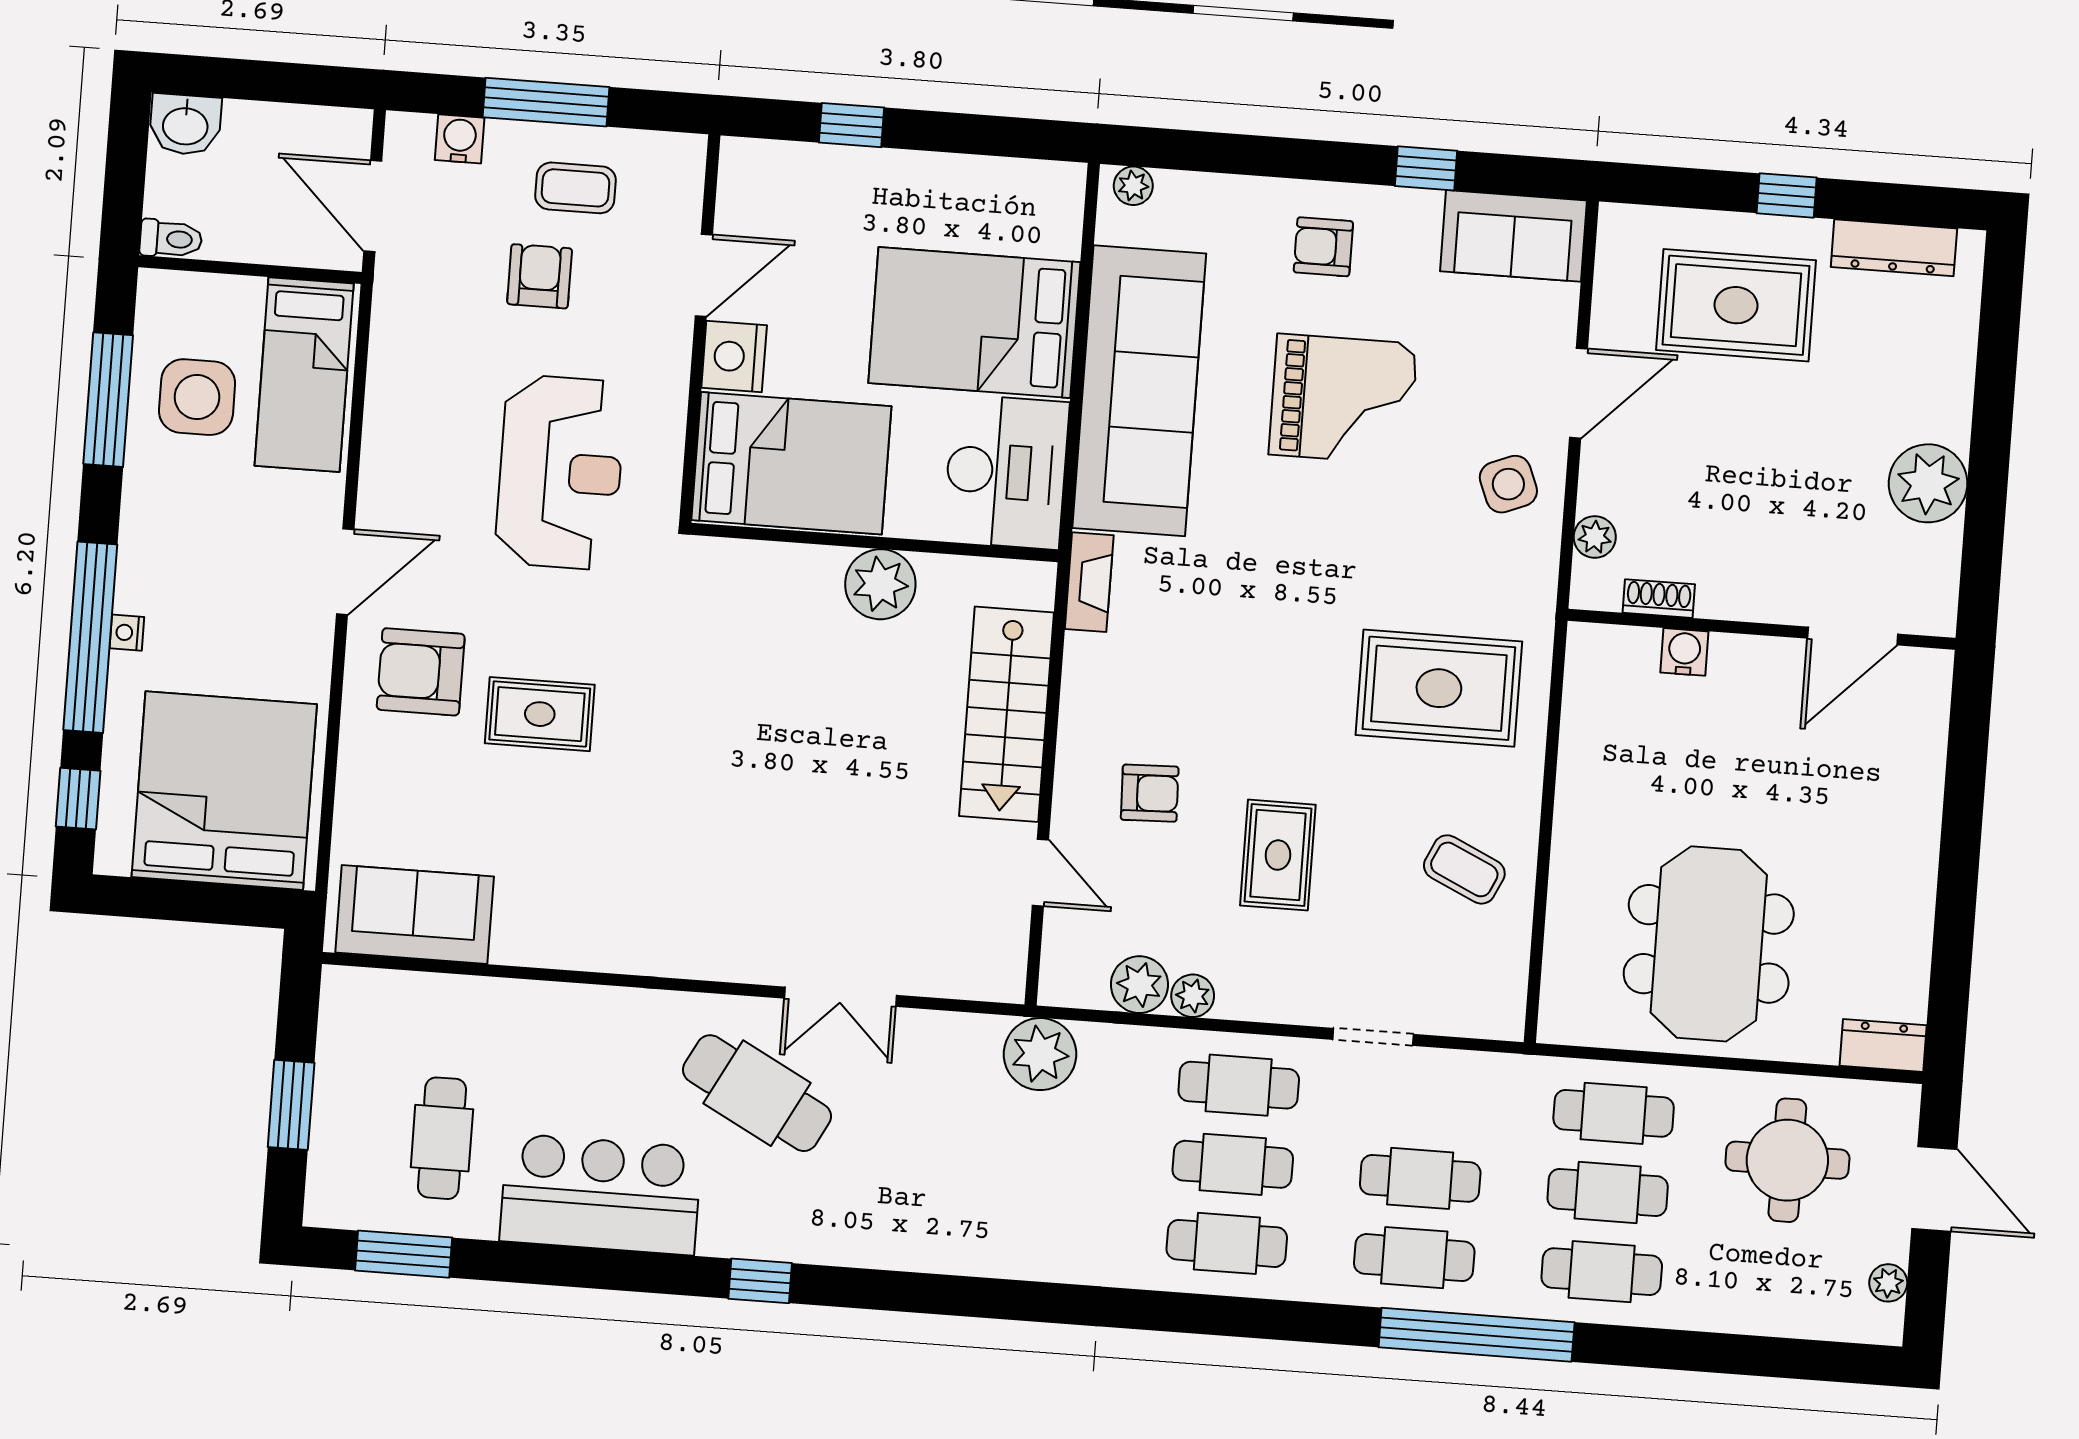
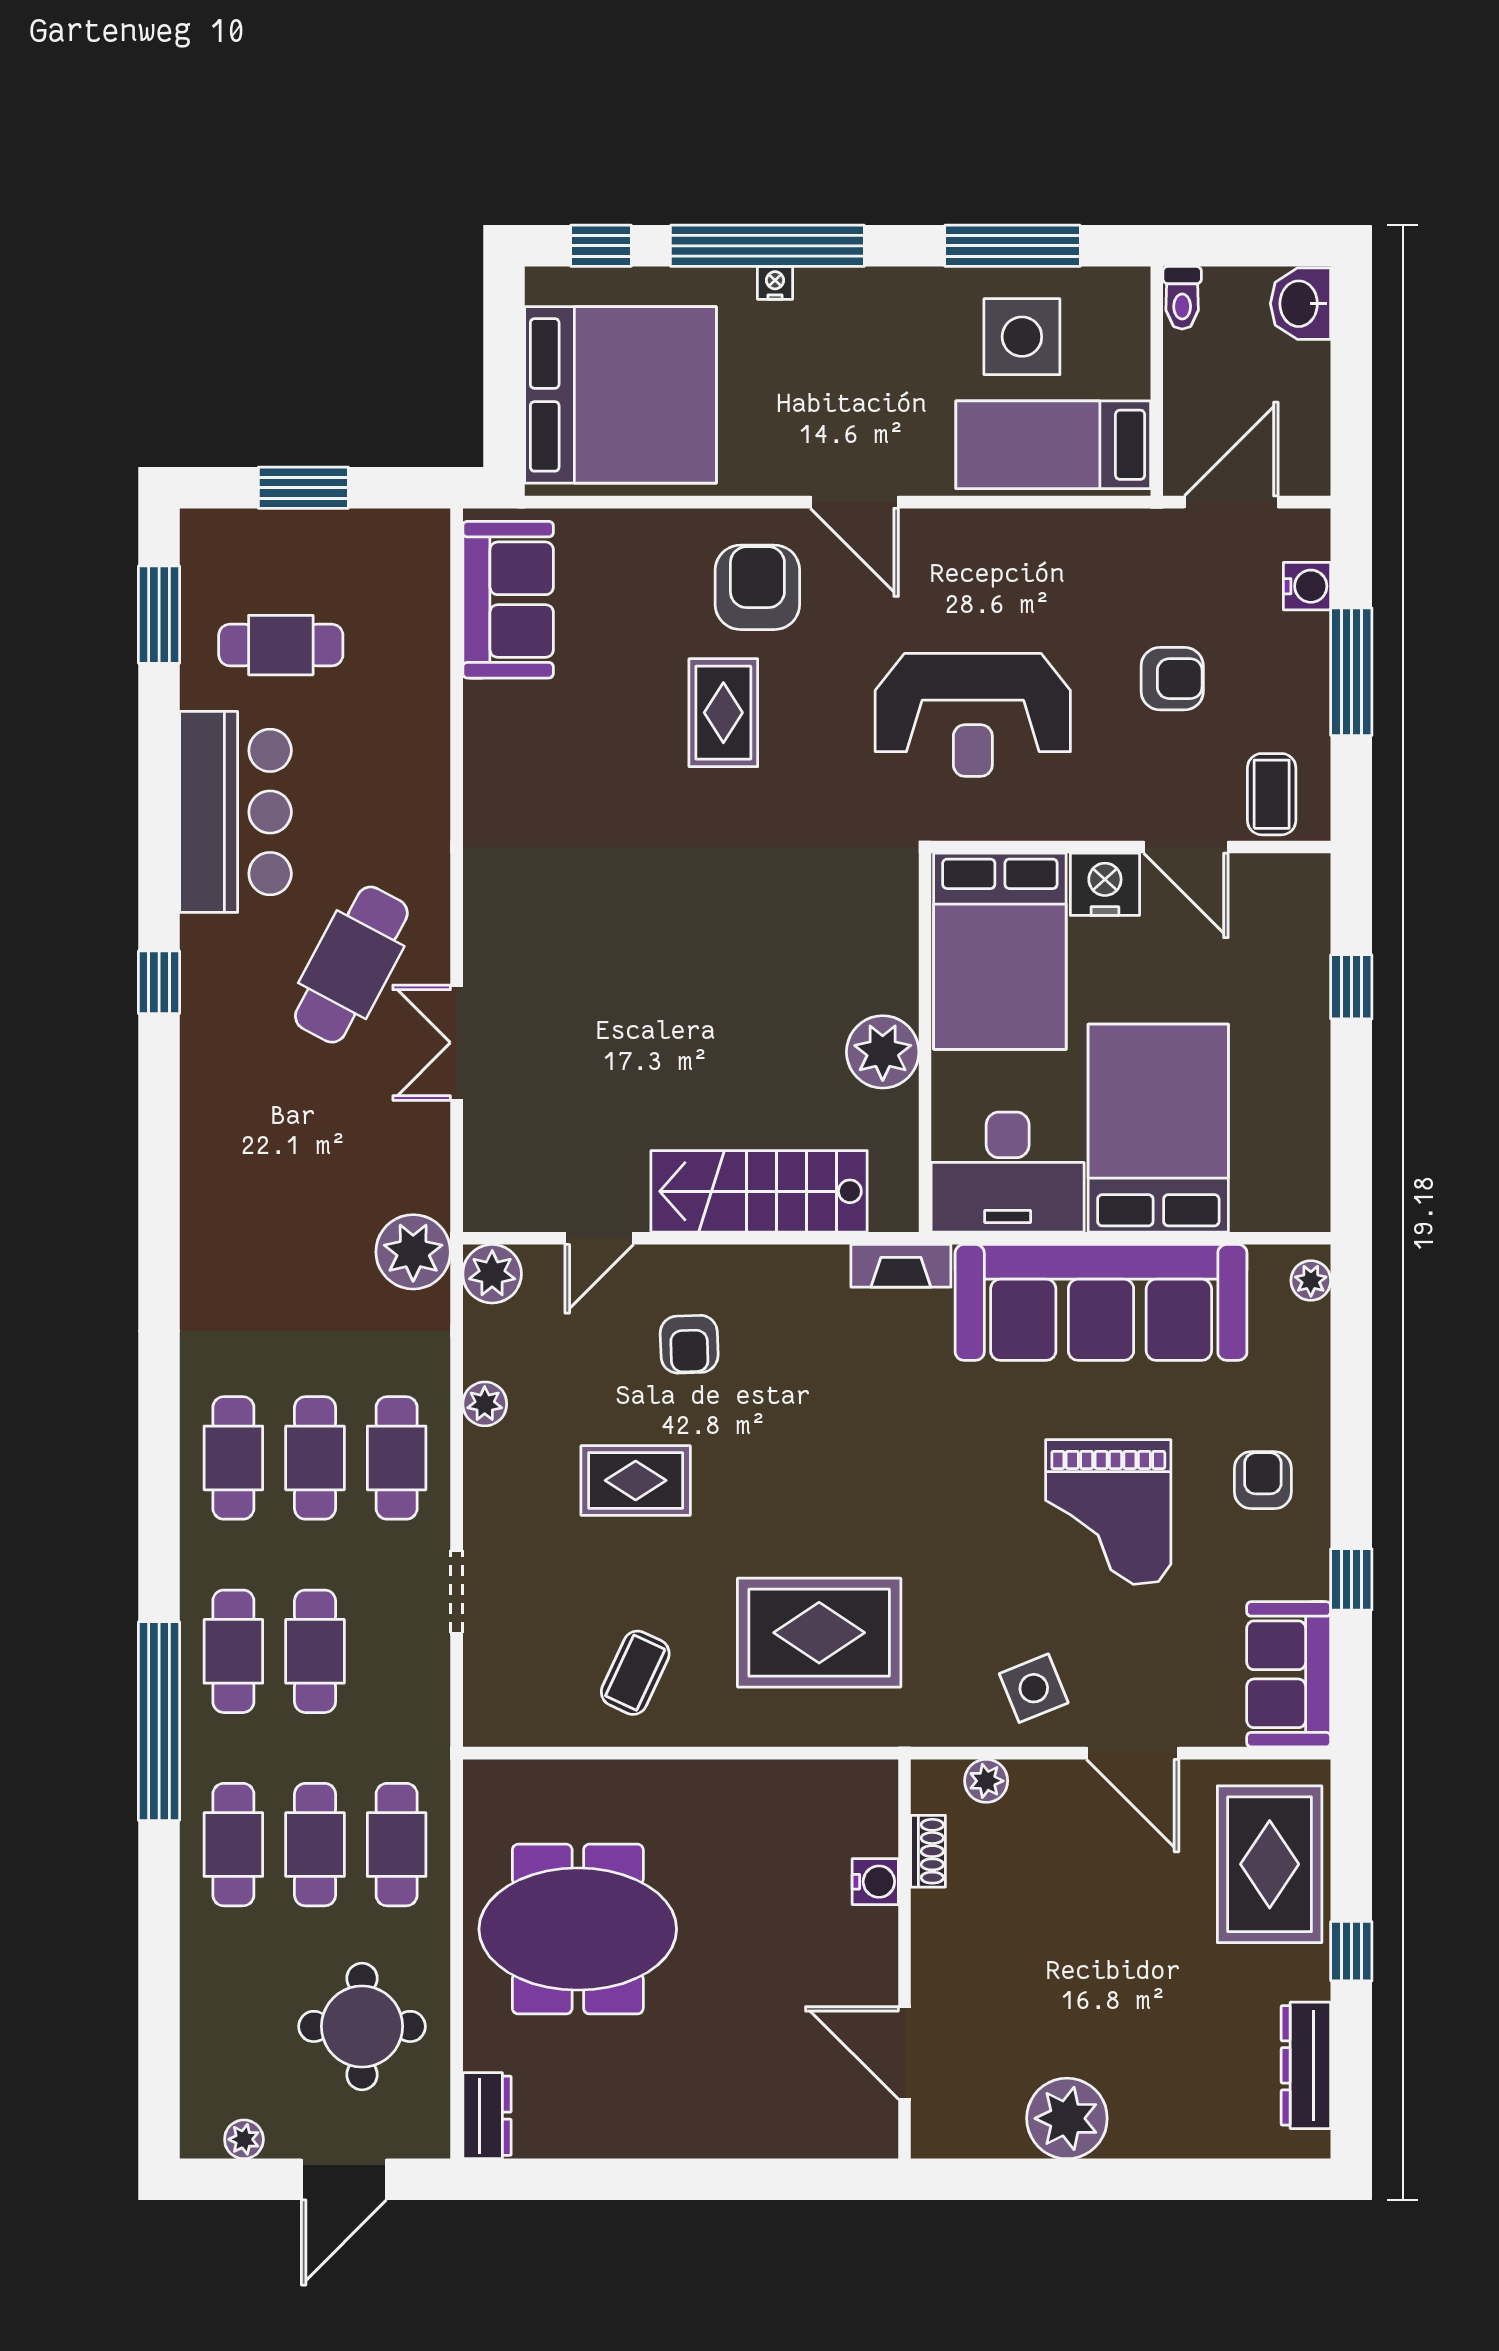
coffee table: (576, 188) -> (1272, 794), moved
rug: (1736, 305) -> (1270, 1864), moved
rug: (1439, 688) -> (819, 1633), turned 90
plant: (1139, 985) -> (492, 1274), moved

